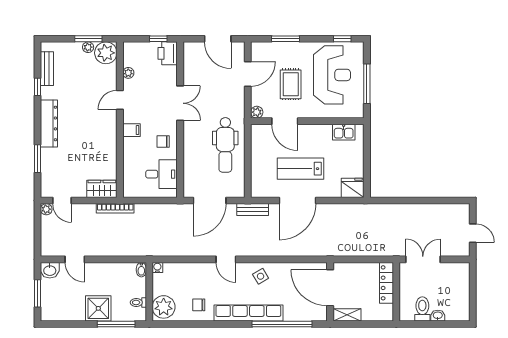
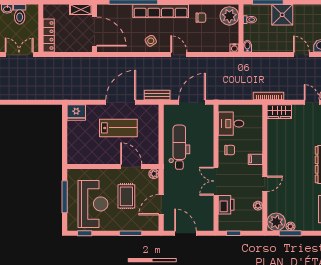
printer: (168, 53) -> (226, 205), moved
reception desk: (332, 75) -> (93, 204), turned 180
kitchen sink: (344, 132) -> (83, 158), removed
double door: (423, 259) -> (19, 55), swing flipped

